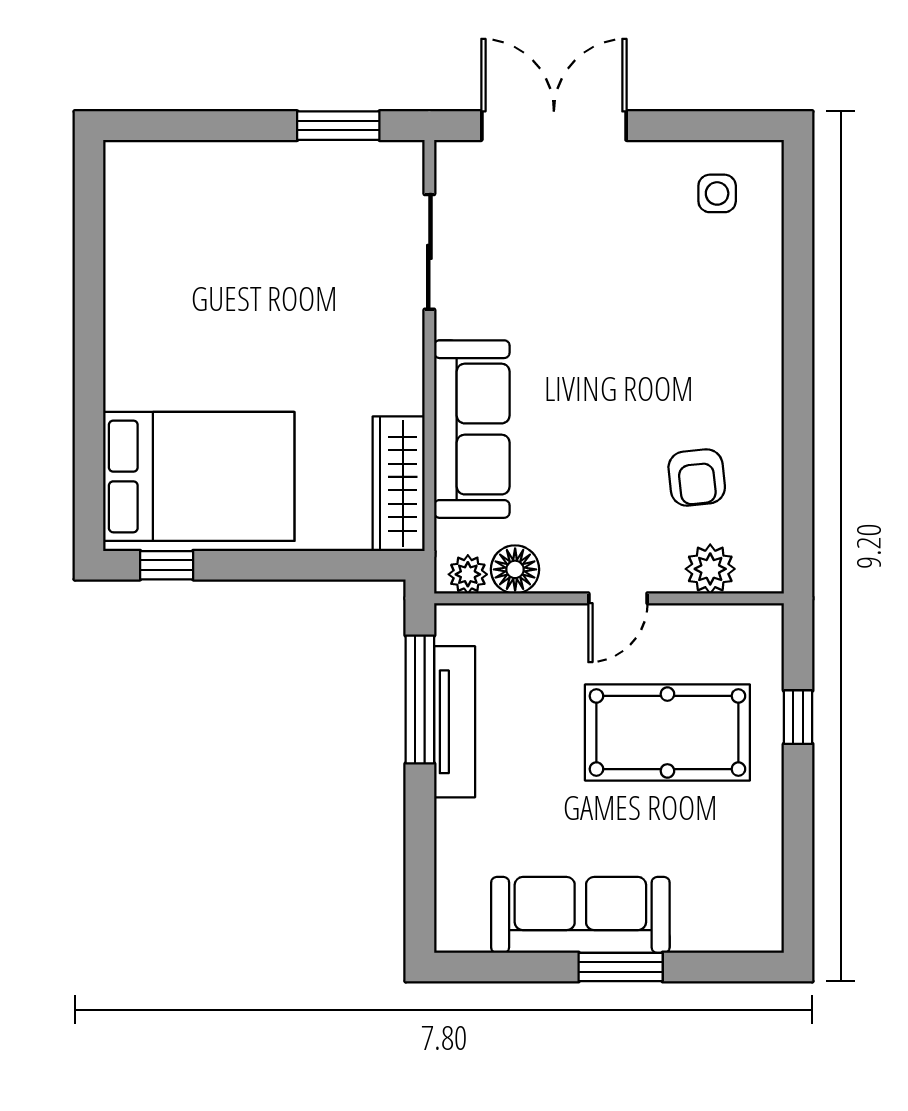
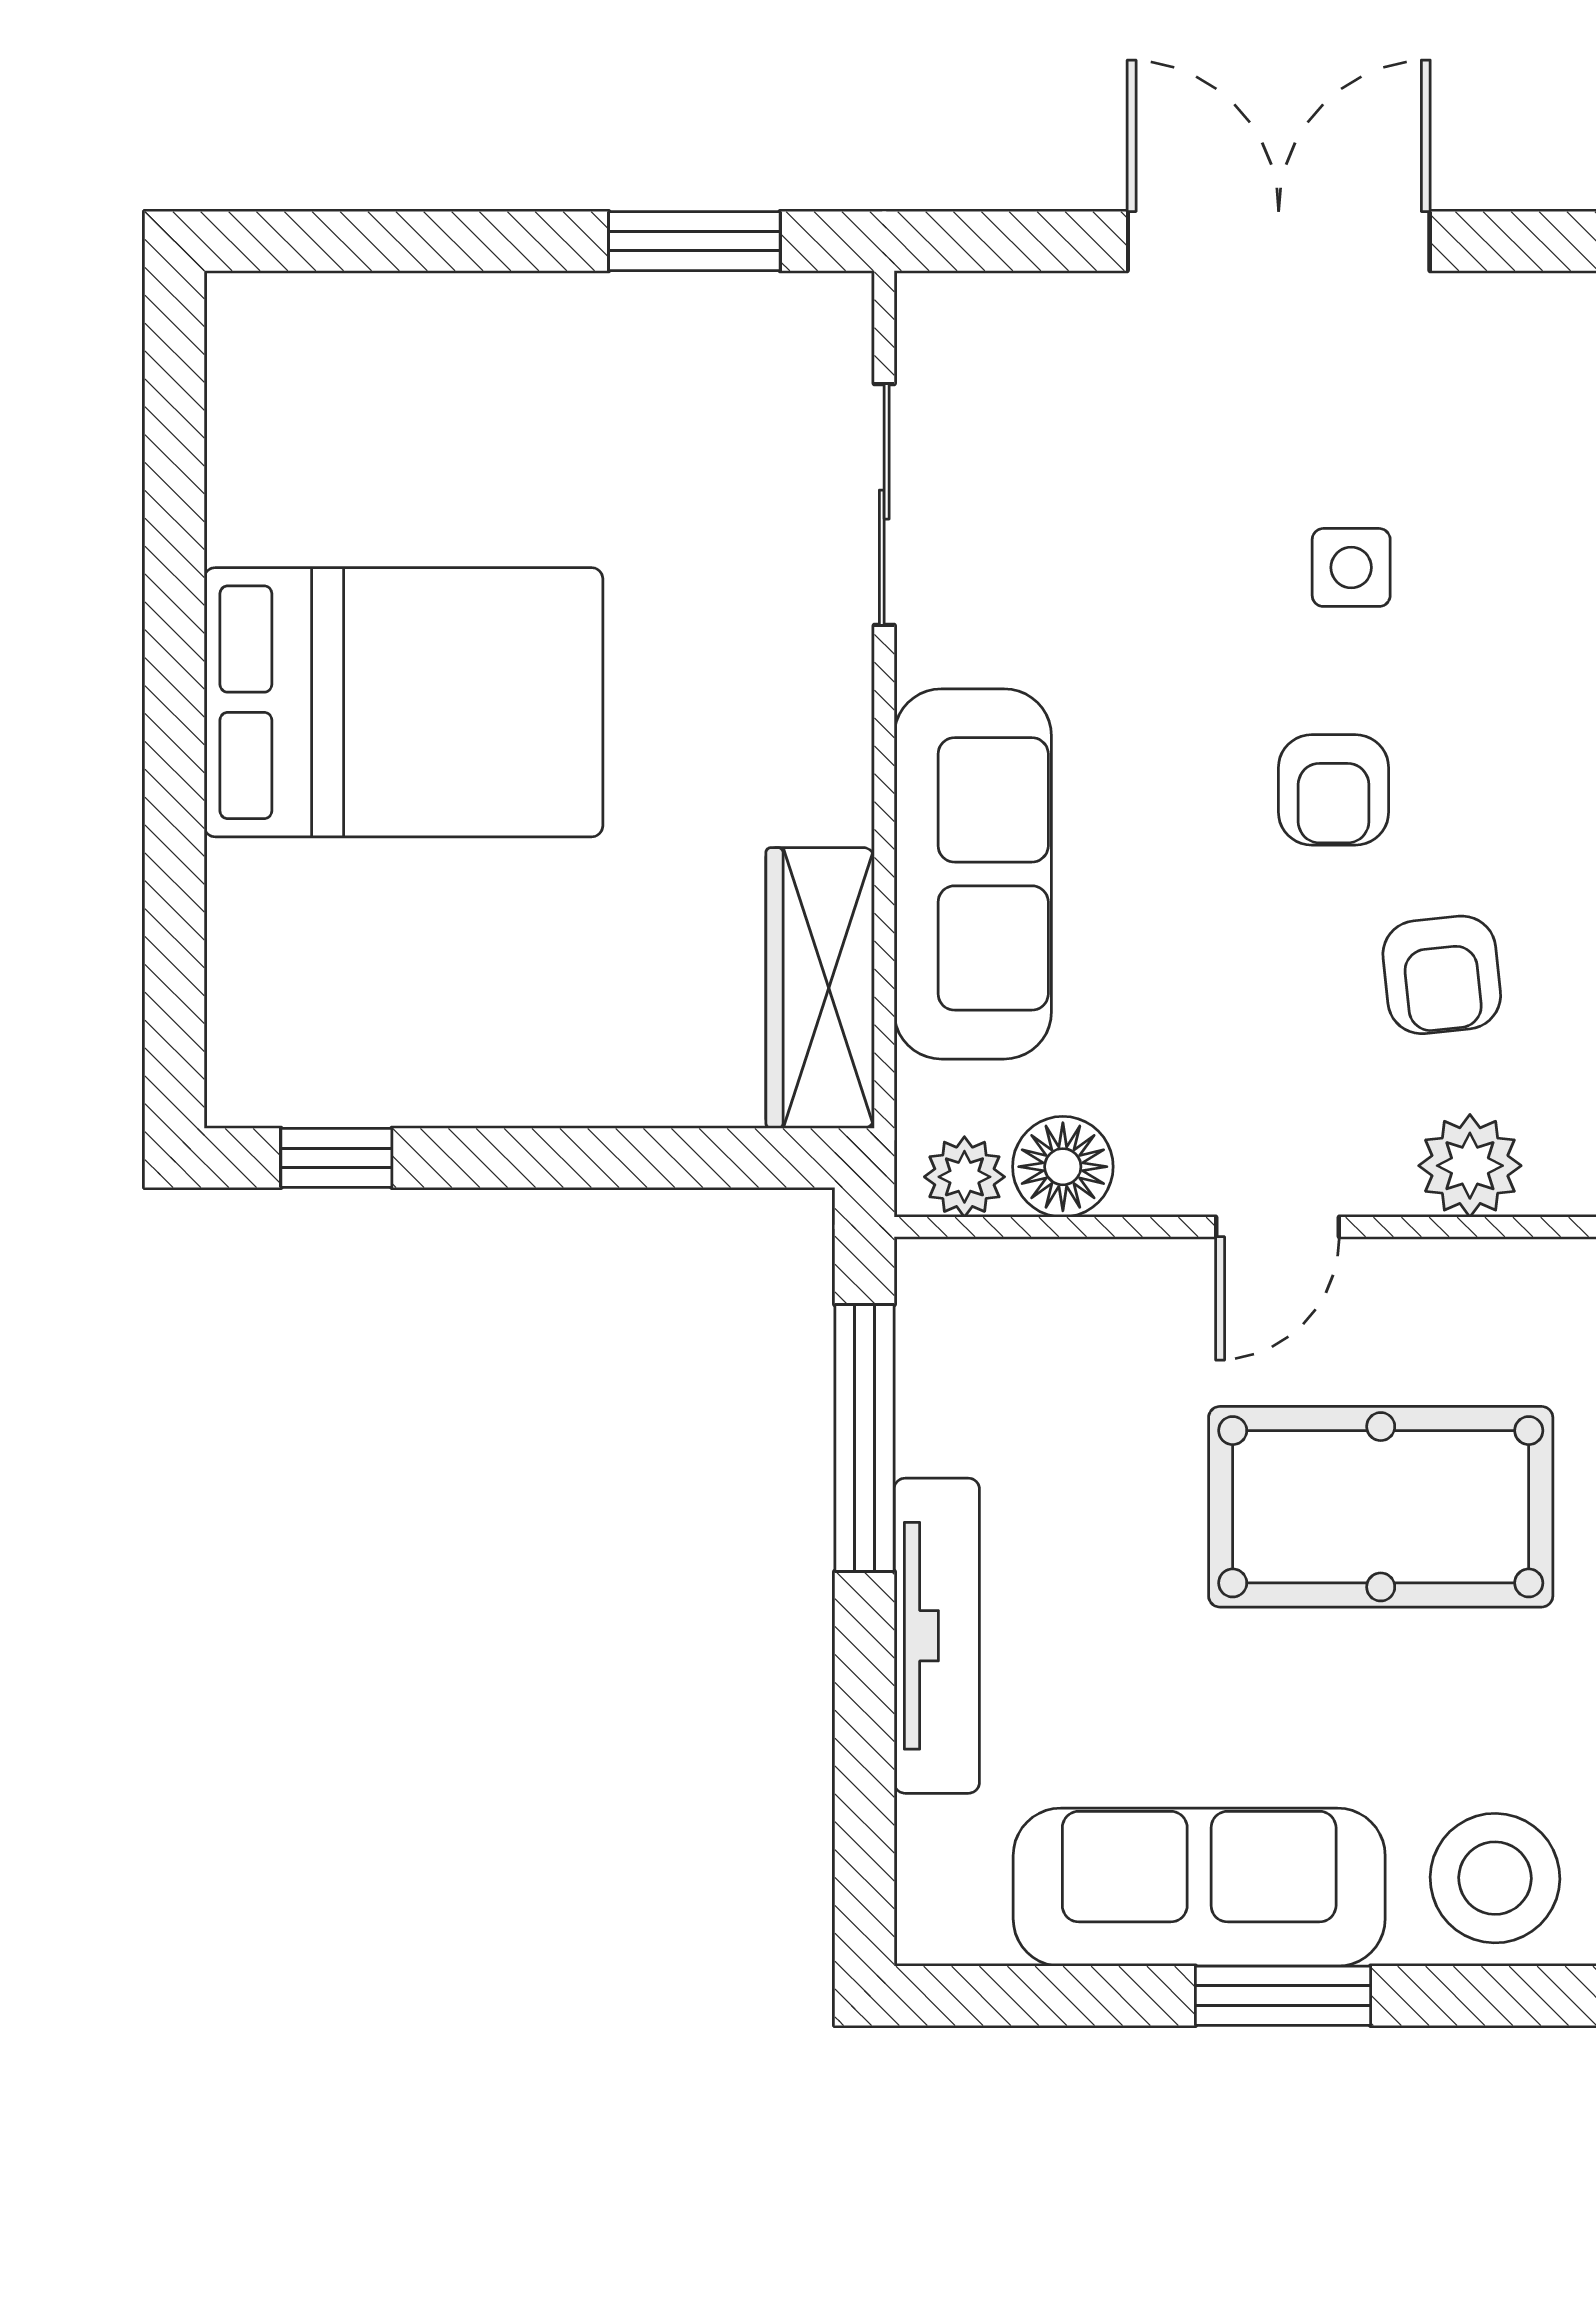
double door: (554, 126) -> (1279, 241), moved
side table: (717, 193) -> (1351, 567), moved
armchair: (645, 389) -> (1334, 790), added
bed: (199, 476) -> (403, 702), moved
tv unit: (455, 722) -> (937, 1636), moved
stool: (722, 911) -> (1495, 1878), added

